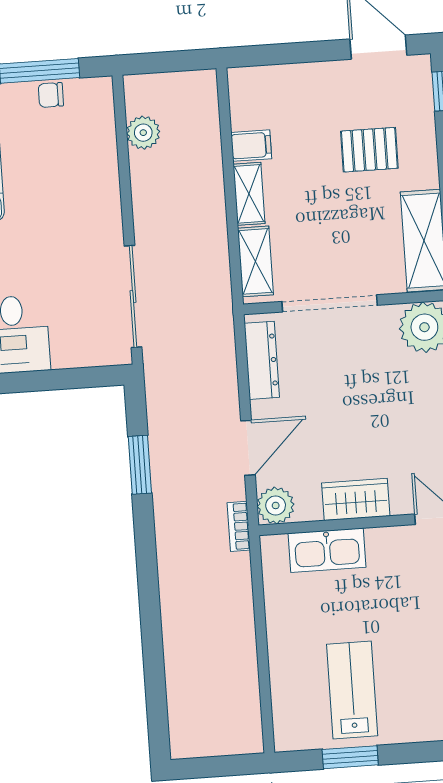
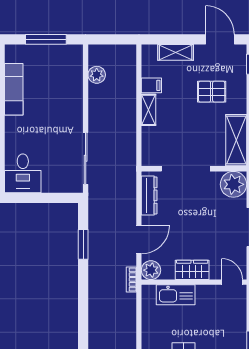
chair: (51, 95) -> (51, 52), removed
shelving: (255, 261) -> (176, 52), moved, turned 90

